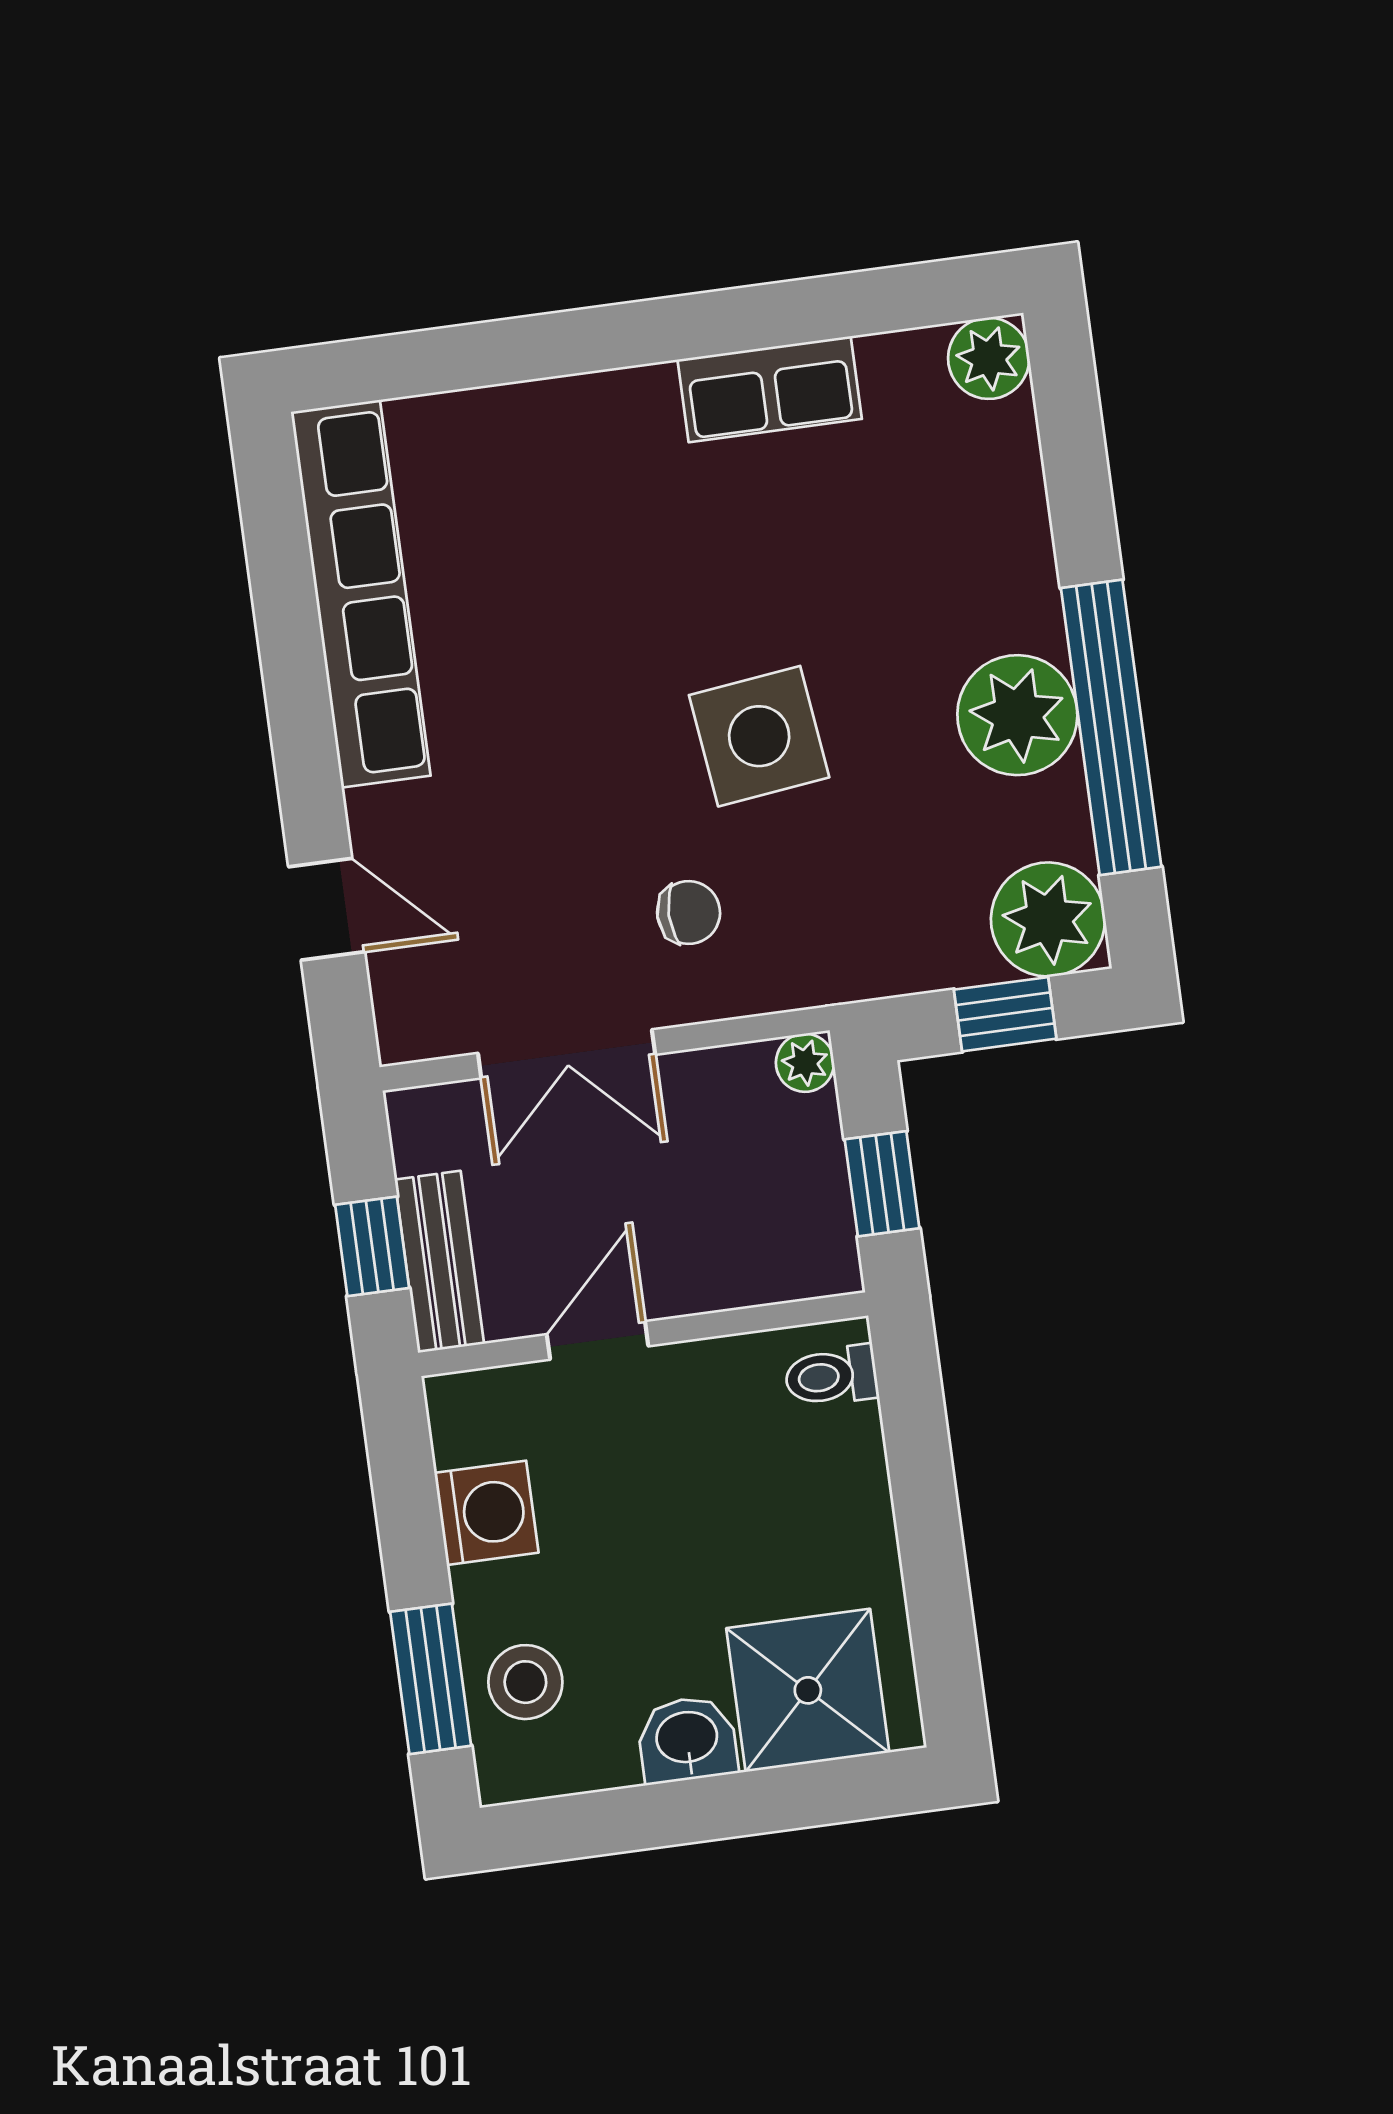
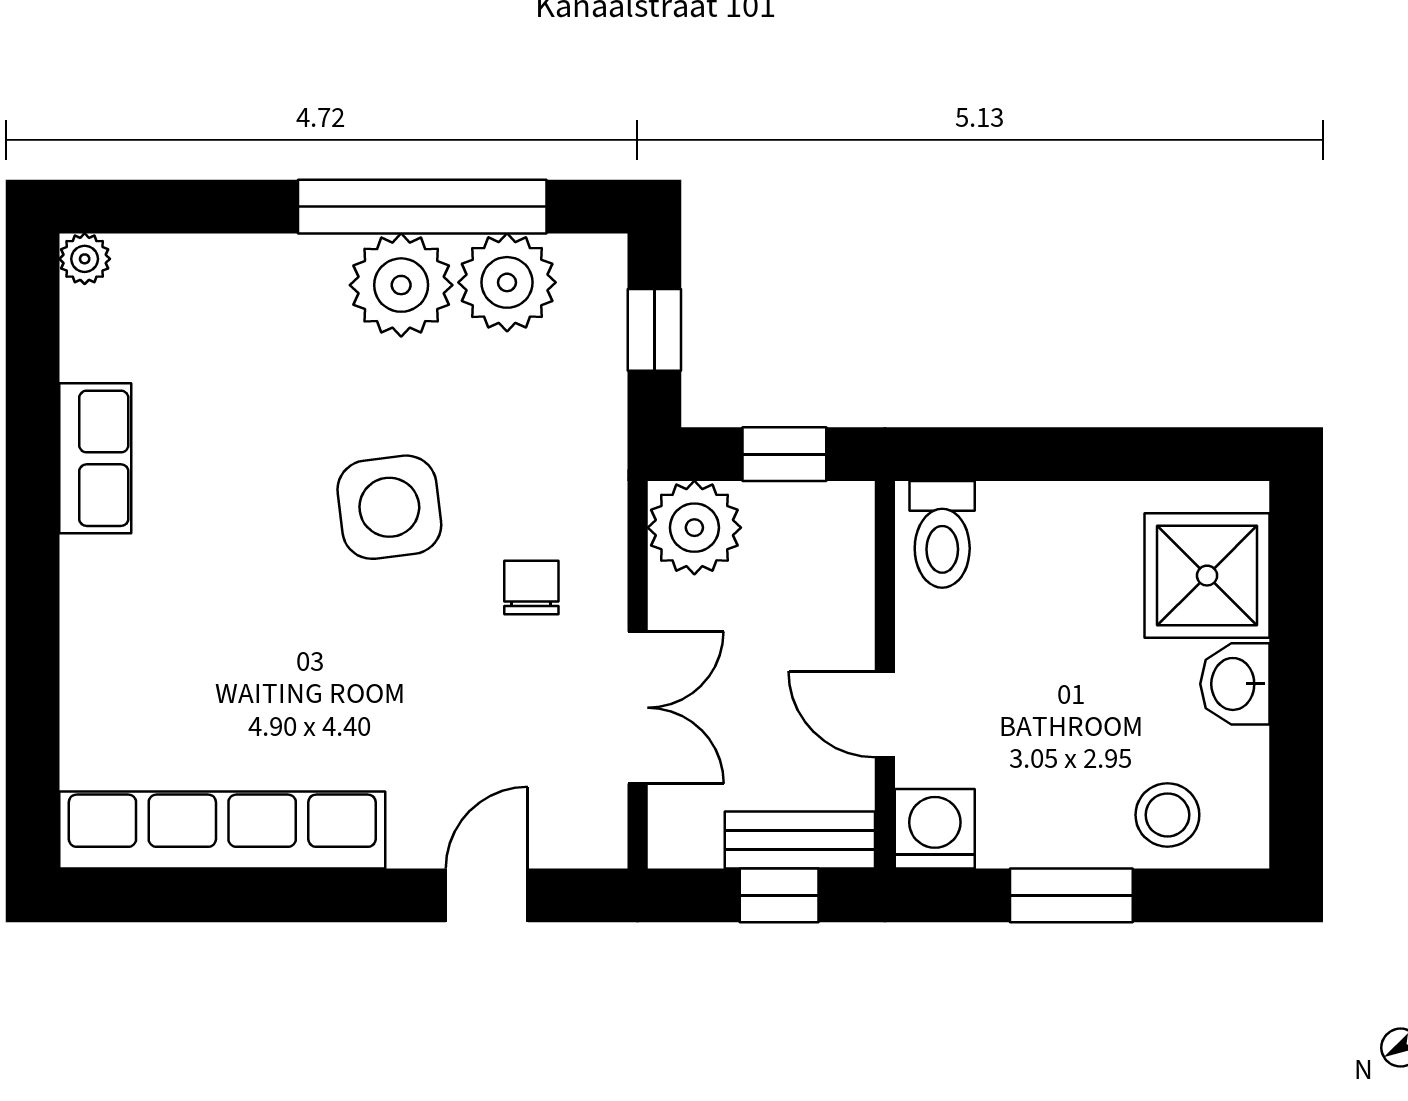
plant: (989, 358) -> (85, 259), width x0.73, depth x0.73
plant: (1048, 919) -> (507, 282), moved
plant: (805, 1063) -> (694, 528), width x1.88, depth x1.88
toilet: (831, 1376) -> (942, 534), width x1.37, depth x1.39
washing machine: (486, 1513) -> (935, 829), moved
window: (431, 1679) -> (1071, 895), moved

